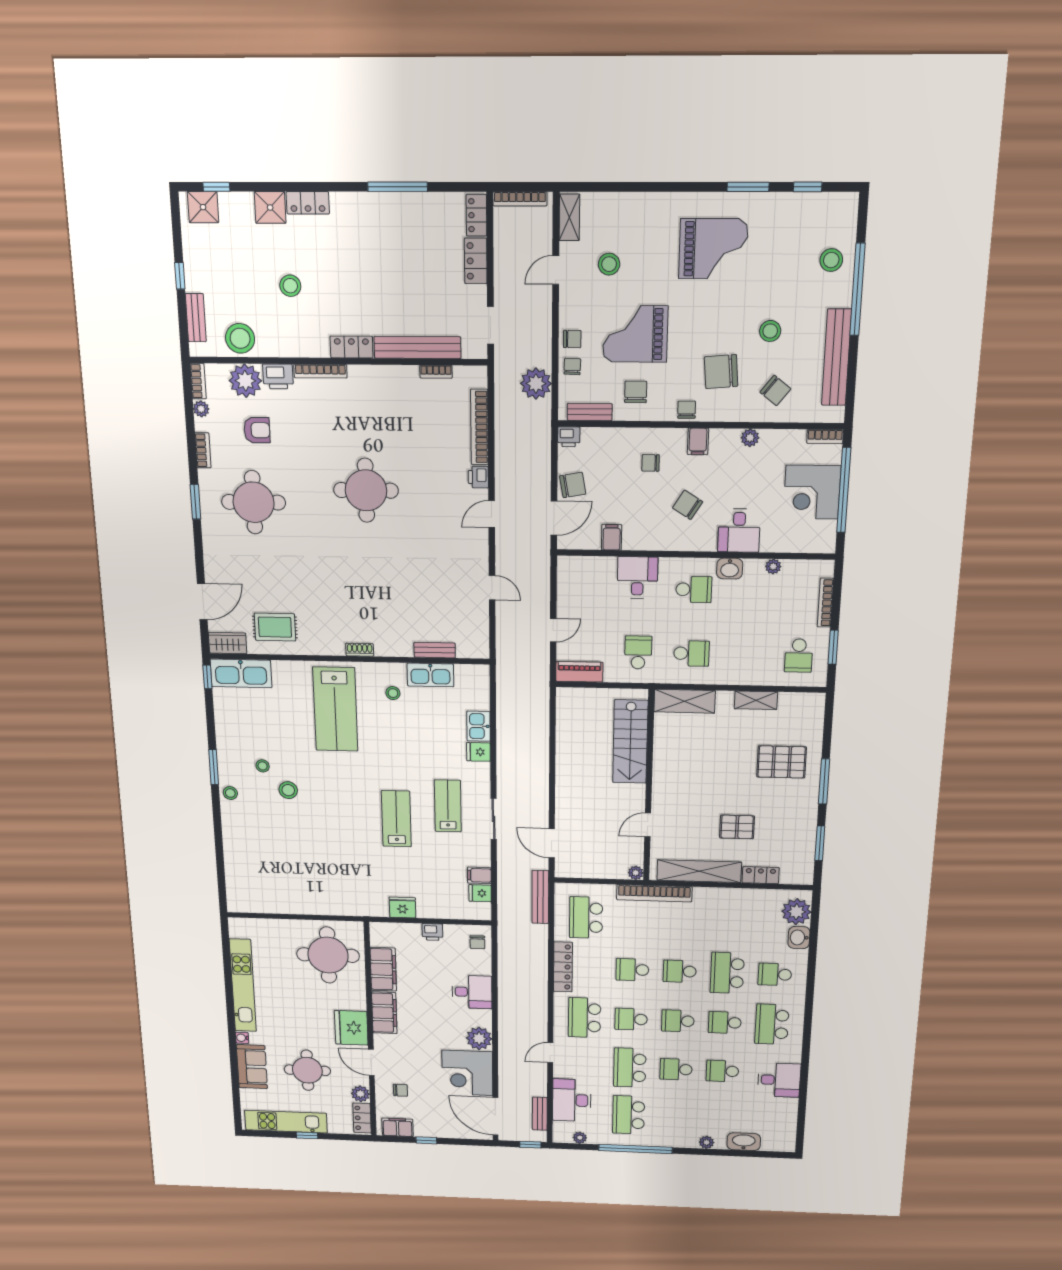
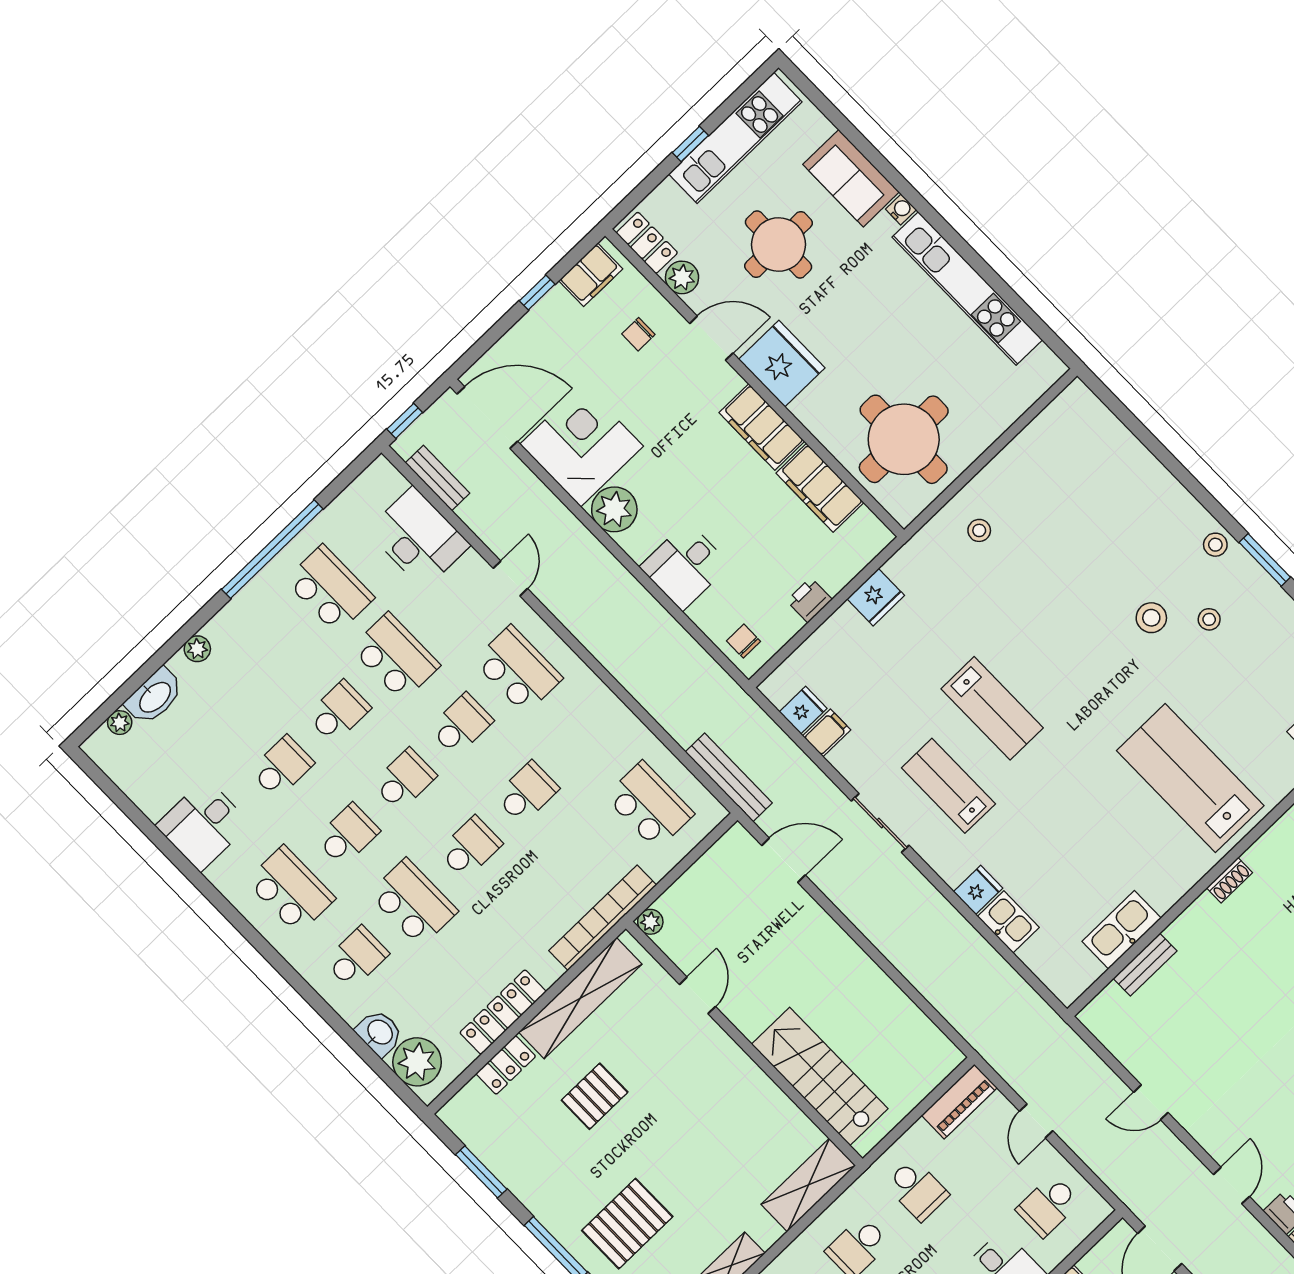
school desk: (586, 588) -> (1048, 1206), added
stool: (393, 693) -> (979, 530), moved
lab bench: (448, 806) -> (948, 786), turned 180
locker: (563, 967) -> (503, 1012), moved, turned 90
plant: (580, 1138) -> (120, 723), moved

